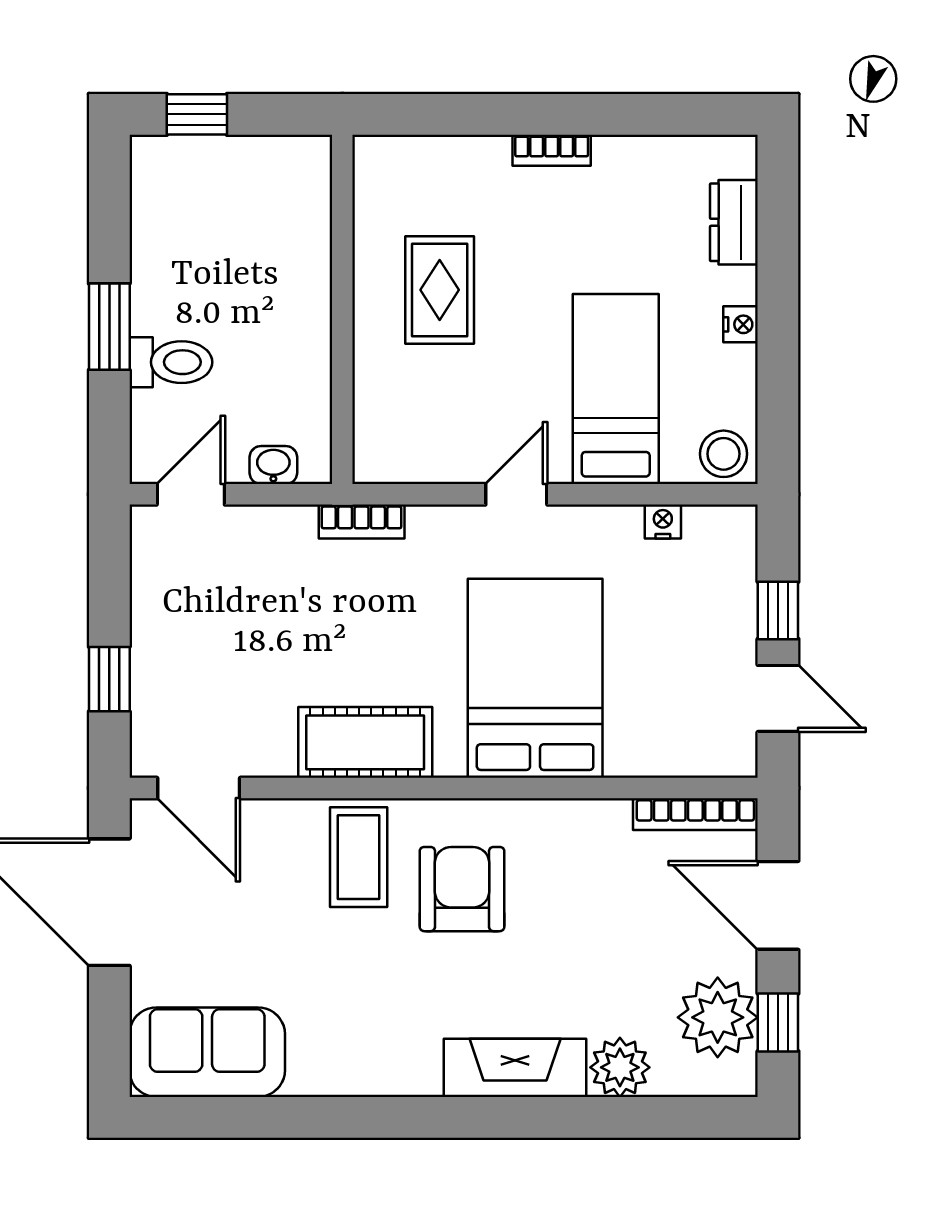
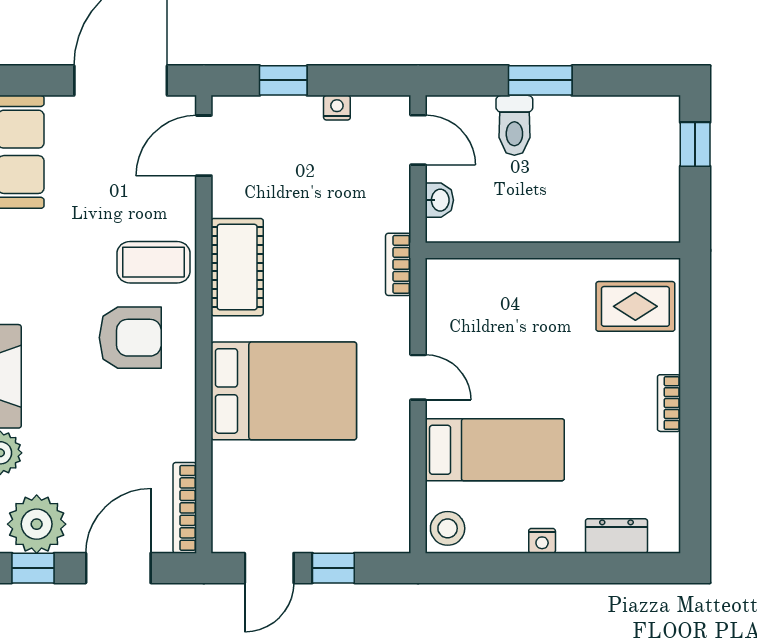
rug: (440, 290) -> (635, 306), moved
nightstand: (663, 522) -> (337, 108), moved, turned -90

